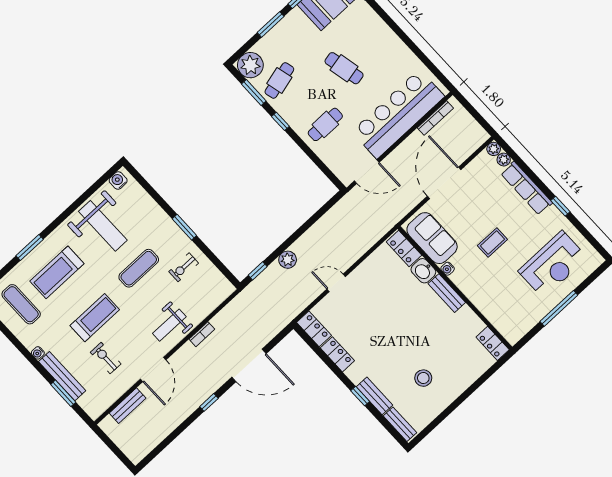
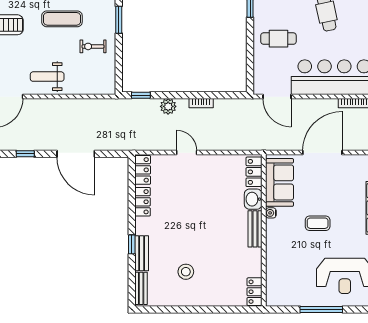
bookcase: (202, 334) -> (201, 103), moved

